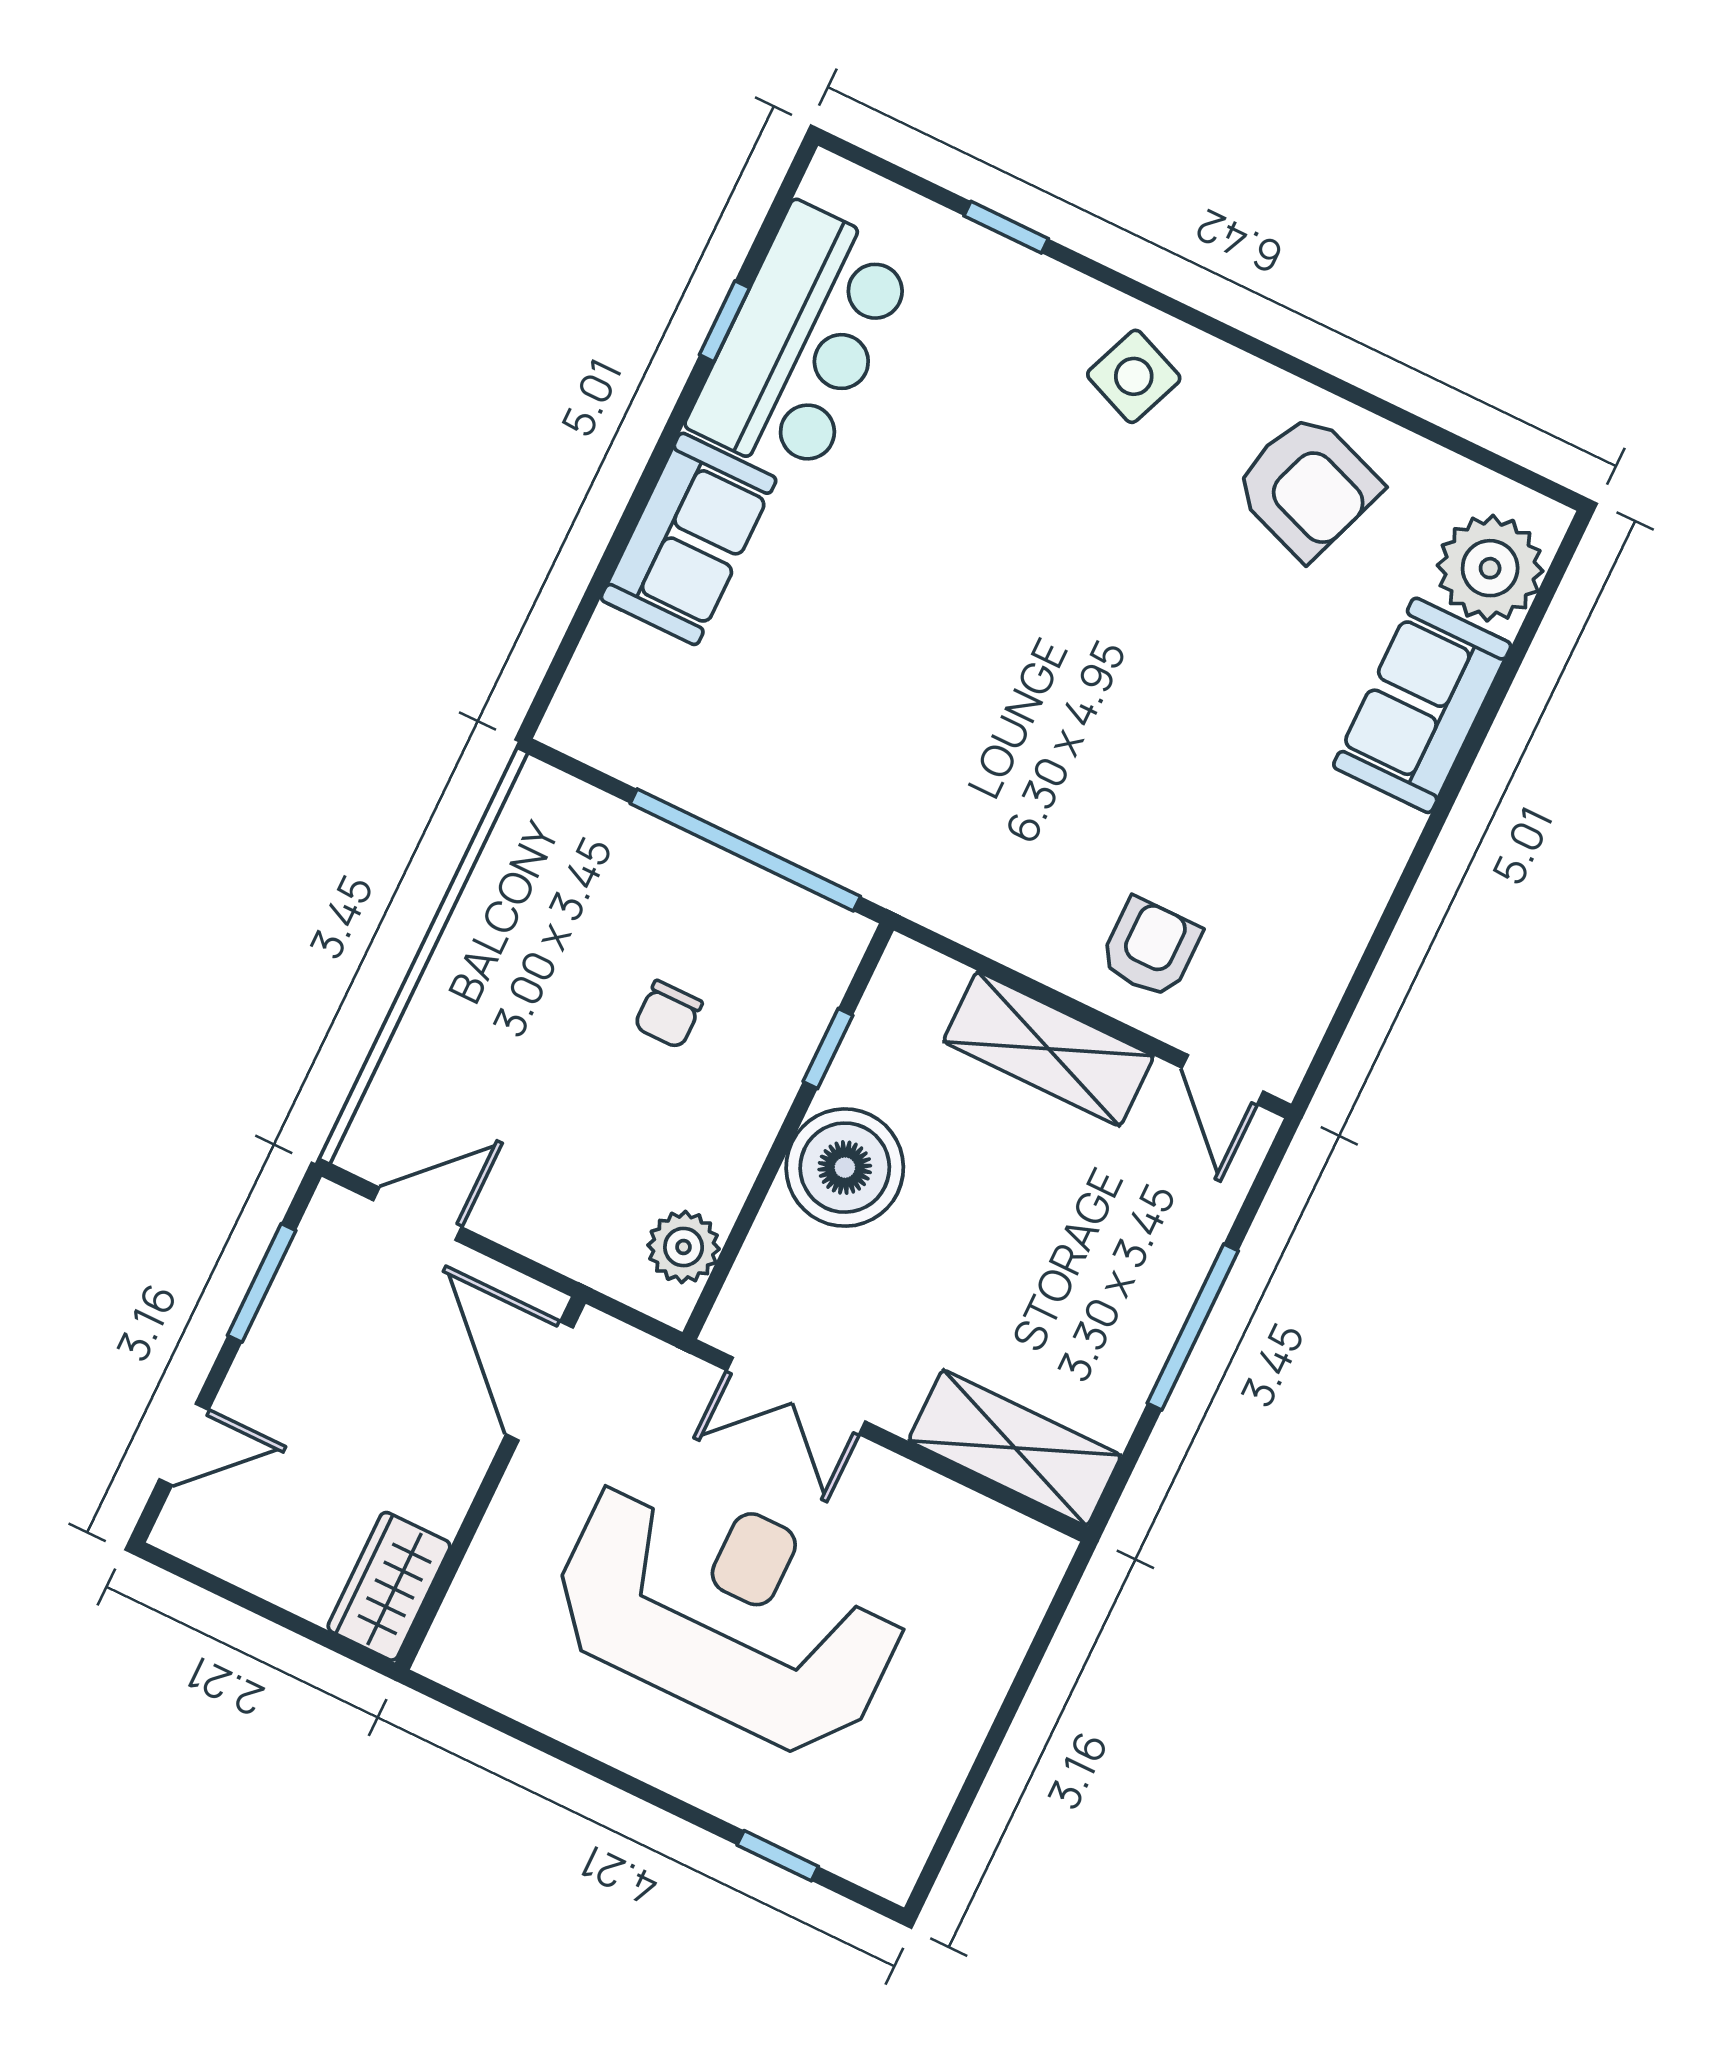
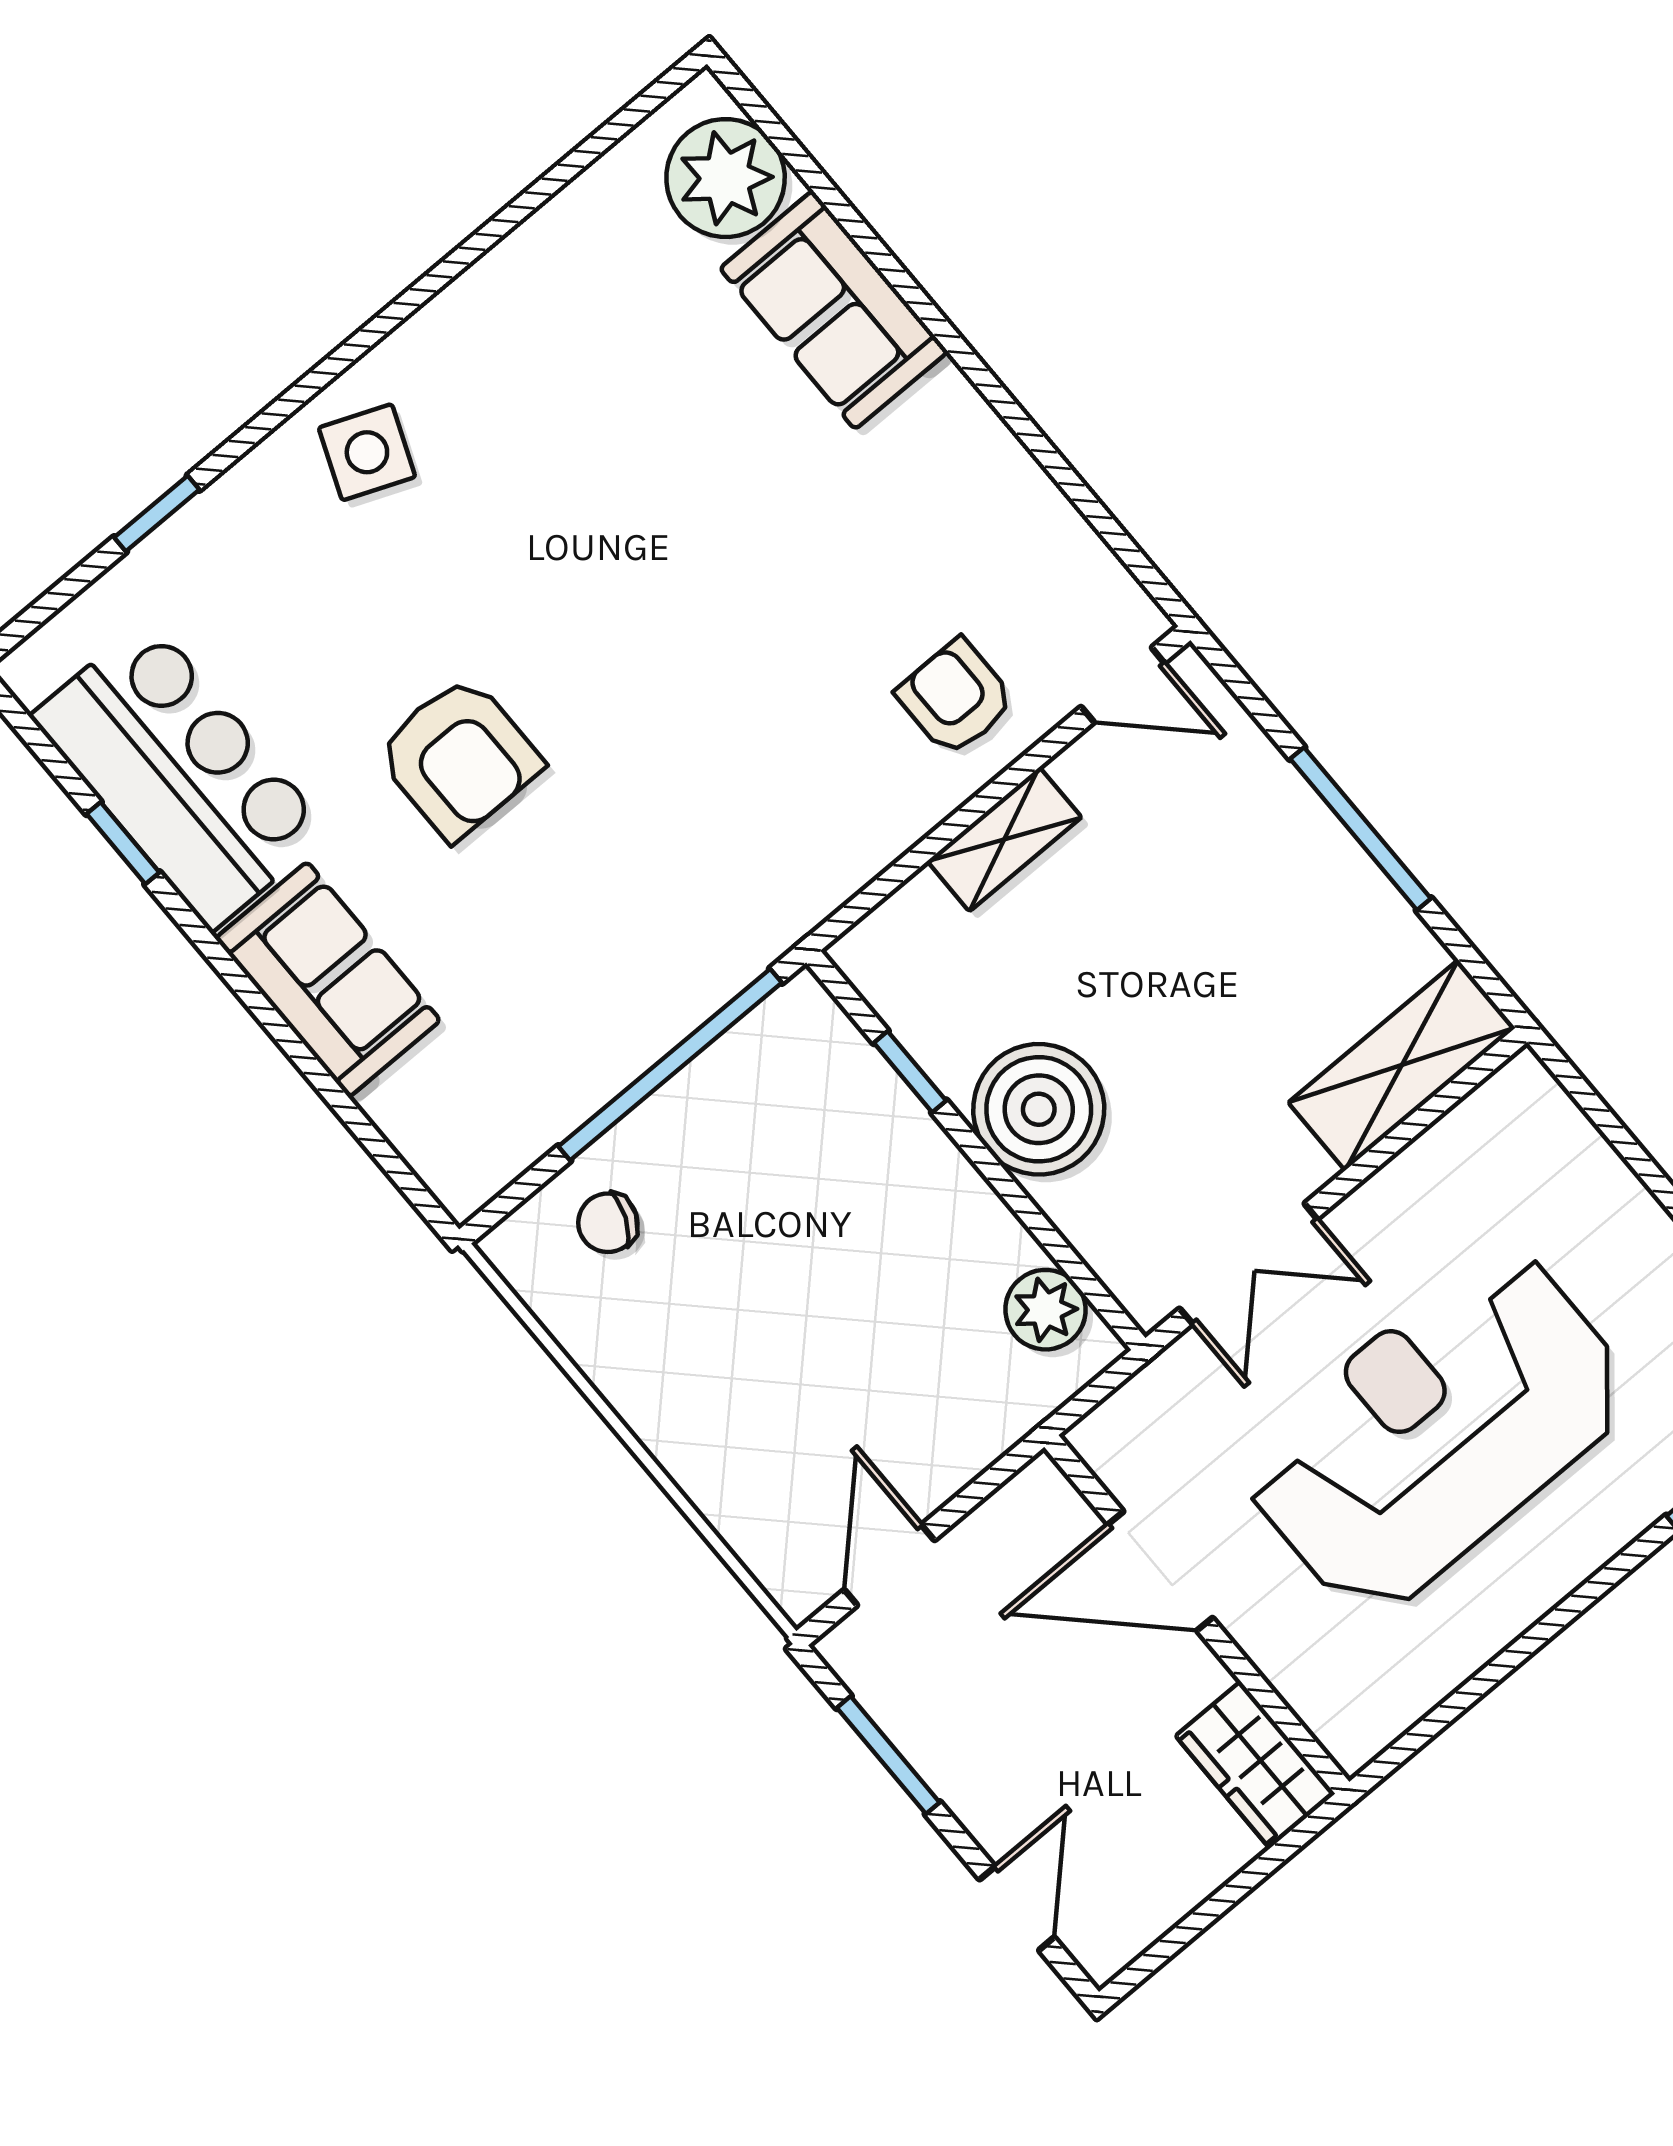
armchair: (1307, 486) -> (459, 758), moved, turned 70
chair: (668, 1014) -> (608, 1223), moved, turned 113
shelving: (1048, 1049) -> (1004, 839), width x0.67, depth x0.75
door: (539, 1381) -> (1160, 1571), moved

